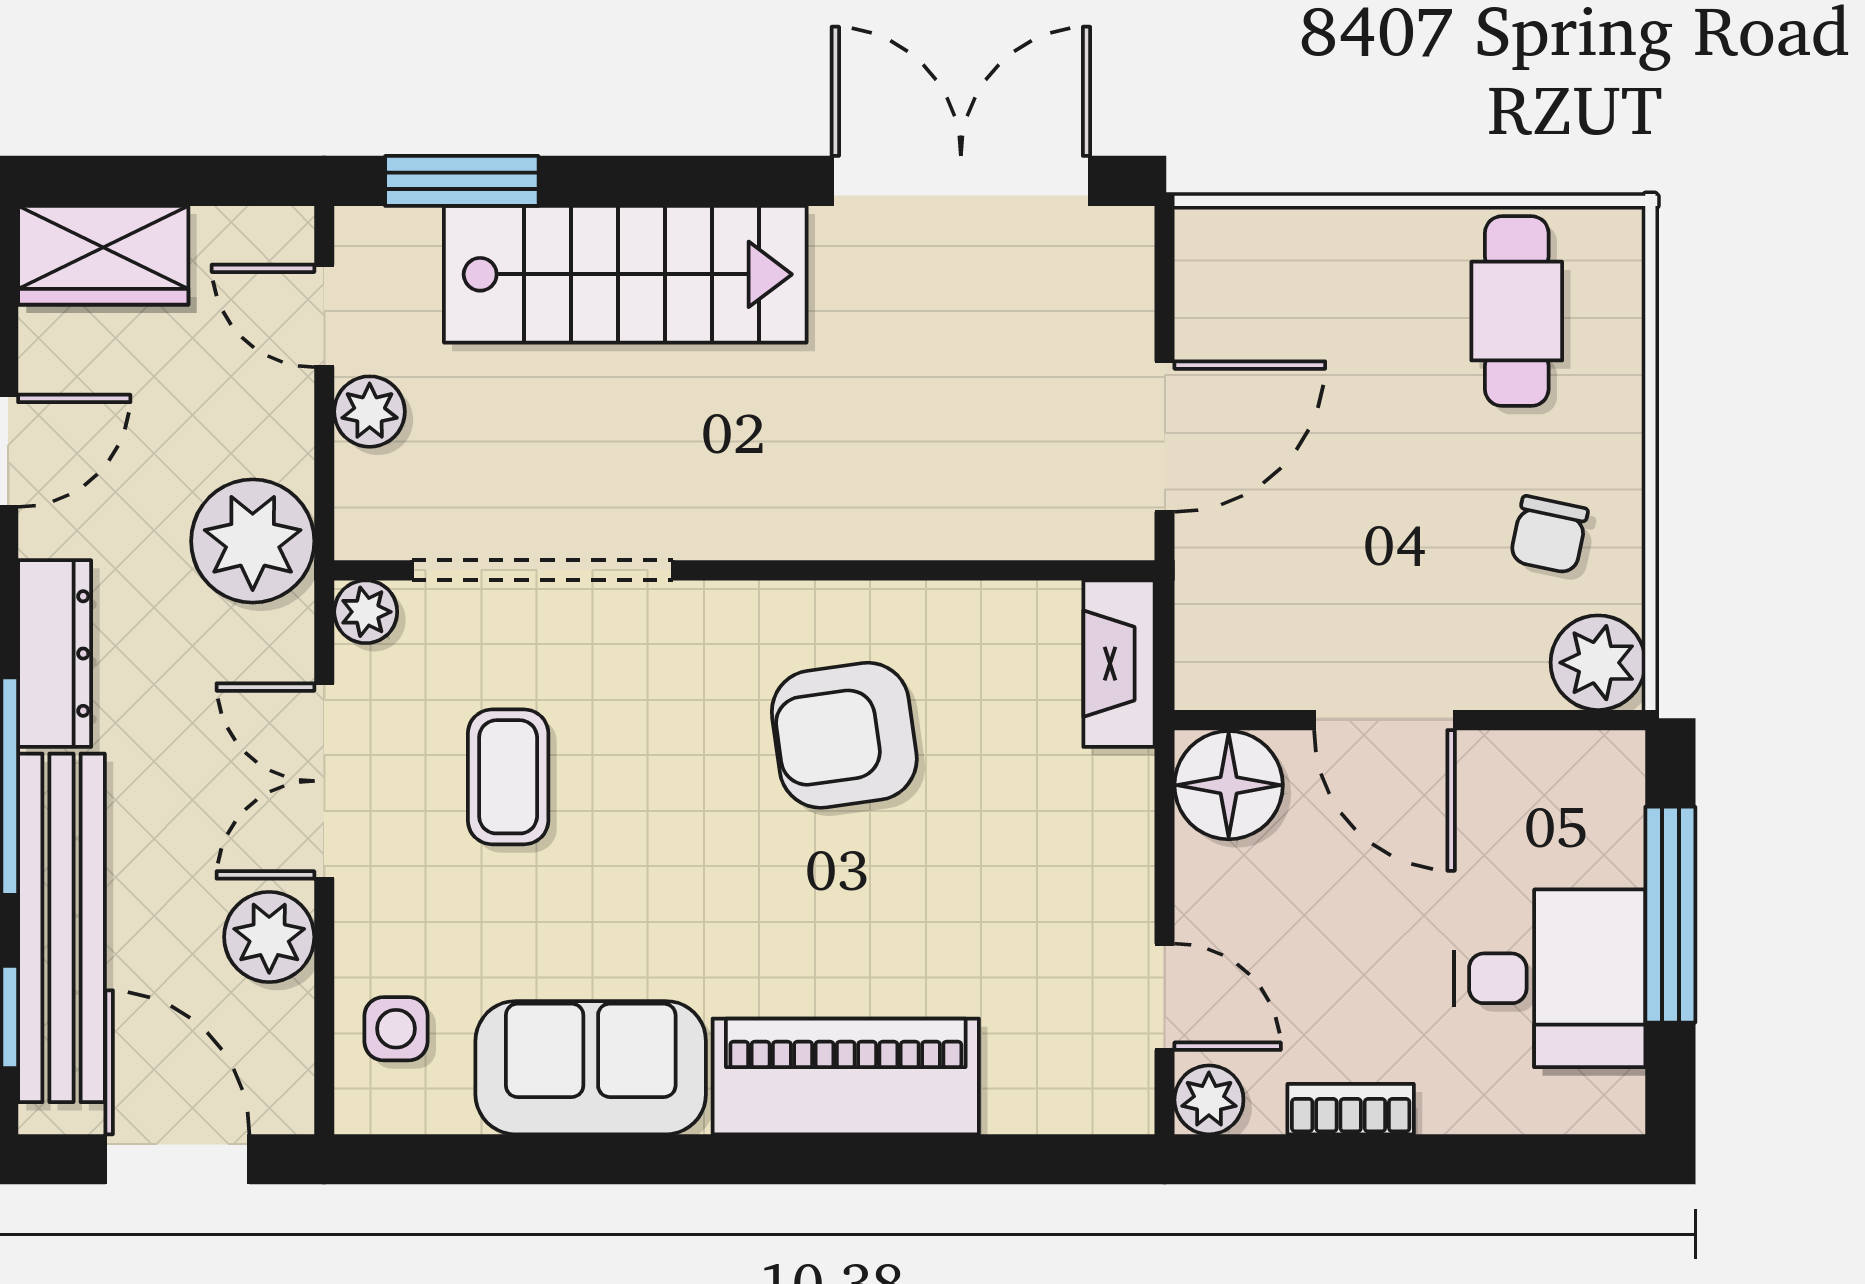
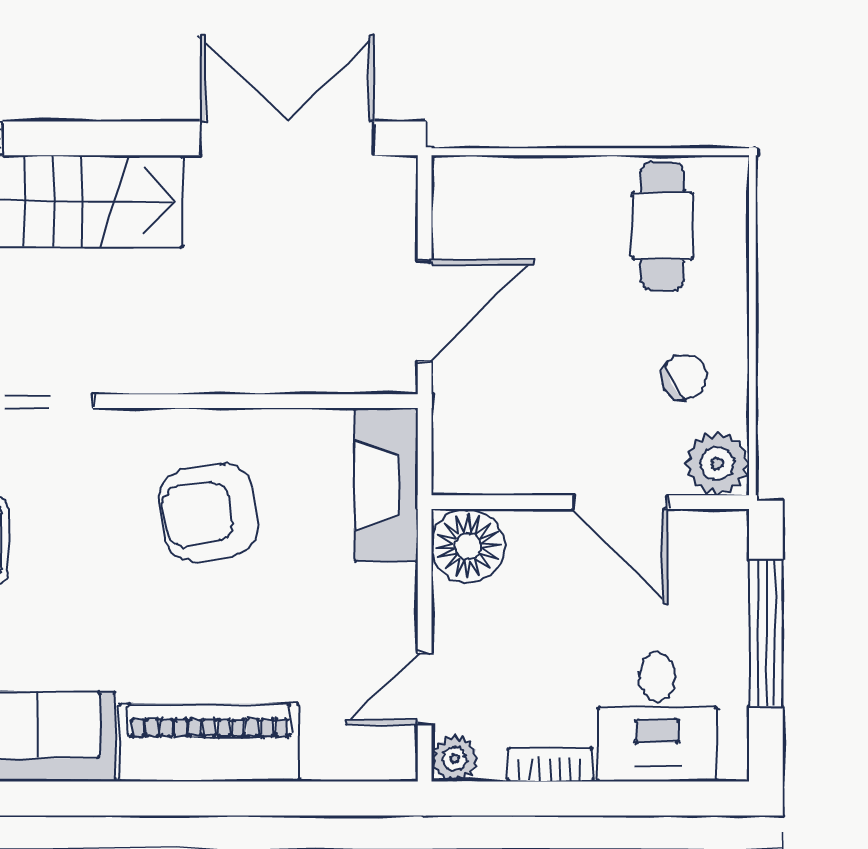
chair: (1549, 535) -> (684, 377), turned -127
fireplace: (1119, 664) -> (386, 485), width x1.37, depth x1.32
door: (1384, 720) -> (620, 502), moved
desk: (1550, 978) -> (657, 717), moved, turned 90
door: (1165, 997) -> (425, 689), swing flipped

